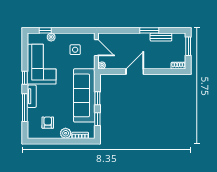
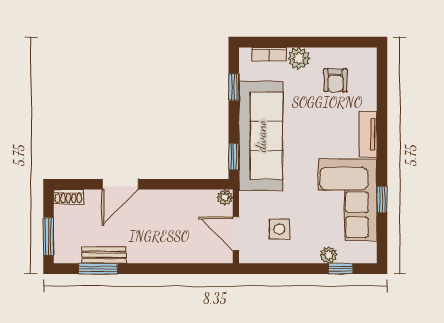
window: (149, 30) -> (98, 269), moved
door: (135, 72) -> (120, 184), moved
window: (25, 78) -> (382, 200), moved
window: (97, 98) -> (234, 157), moved
window: (25, 108) -> (382, 111), removed

